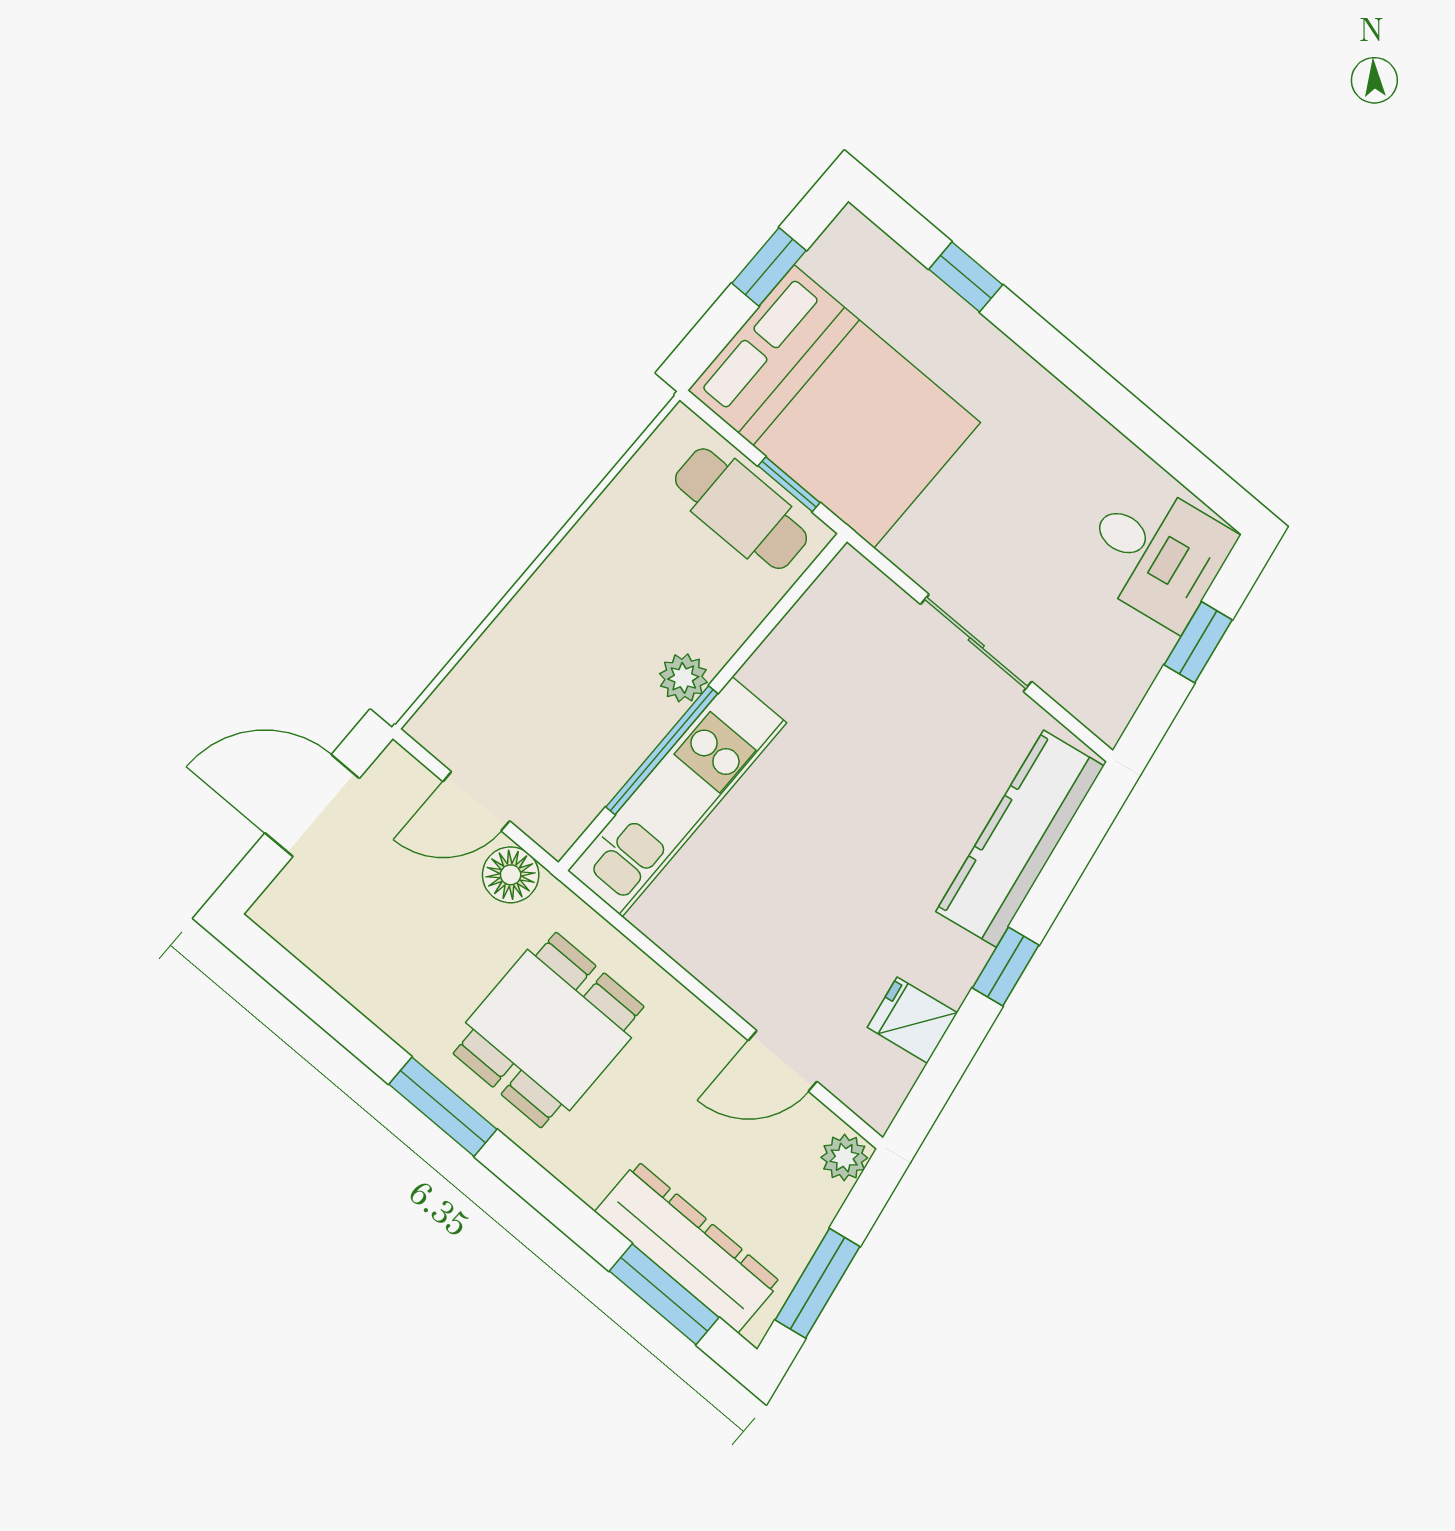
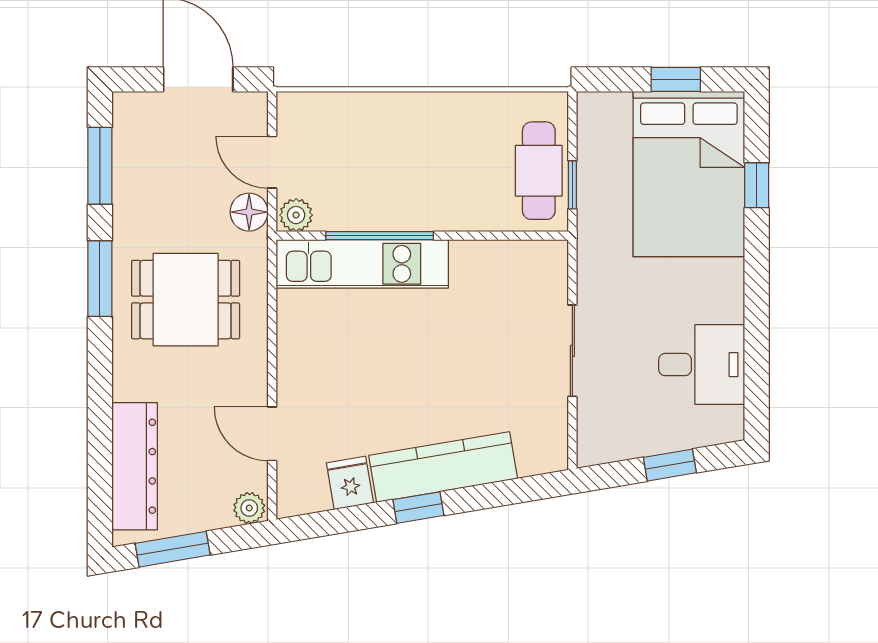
bed: (834, 407) -> (689, 174), moved
desk: (1156, 553) -> (702, 365), moved, turned -80
plant: (683, 678) -> (296, 215), moved
kitchen counter: (1020, 839) -> (443, 467), moved
window: (664, 1294) -> (100, 166), moved

